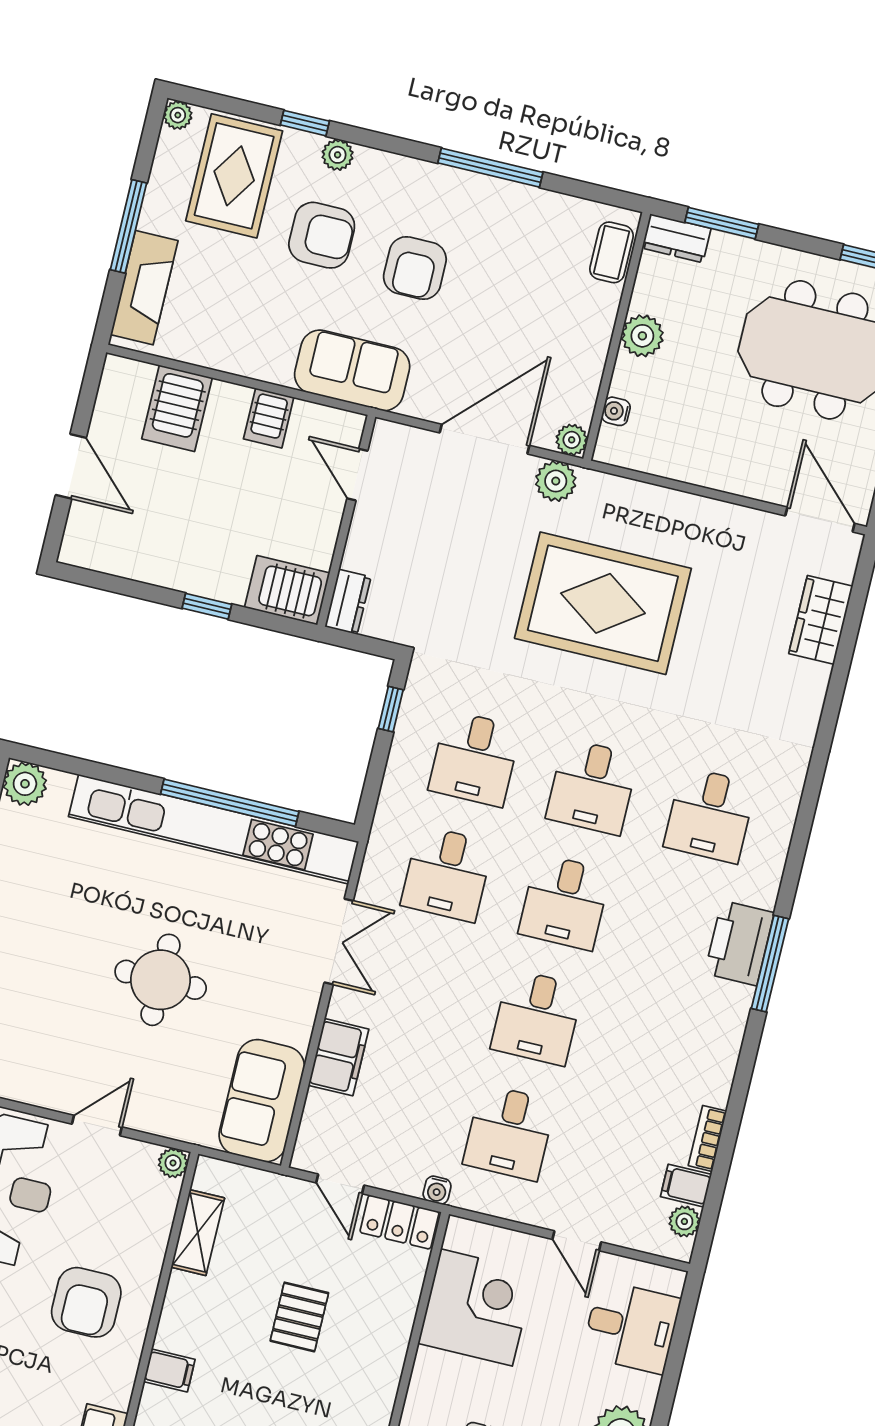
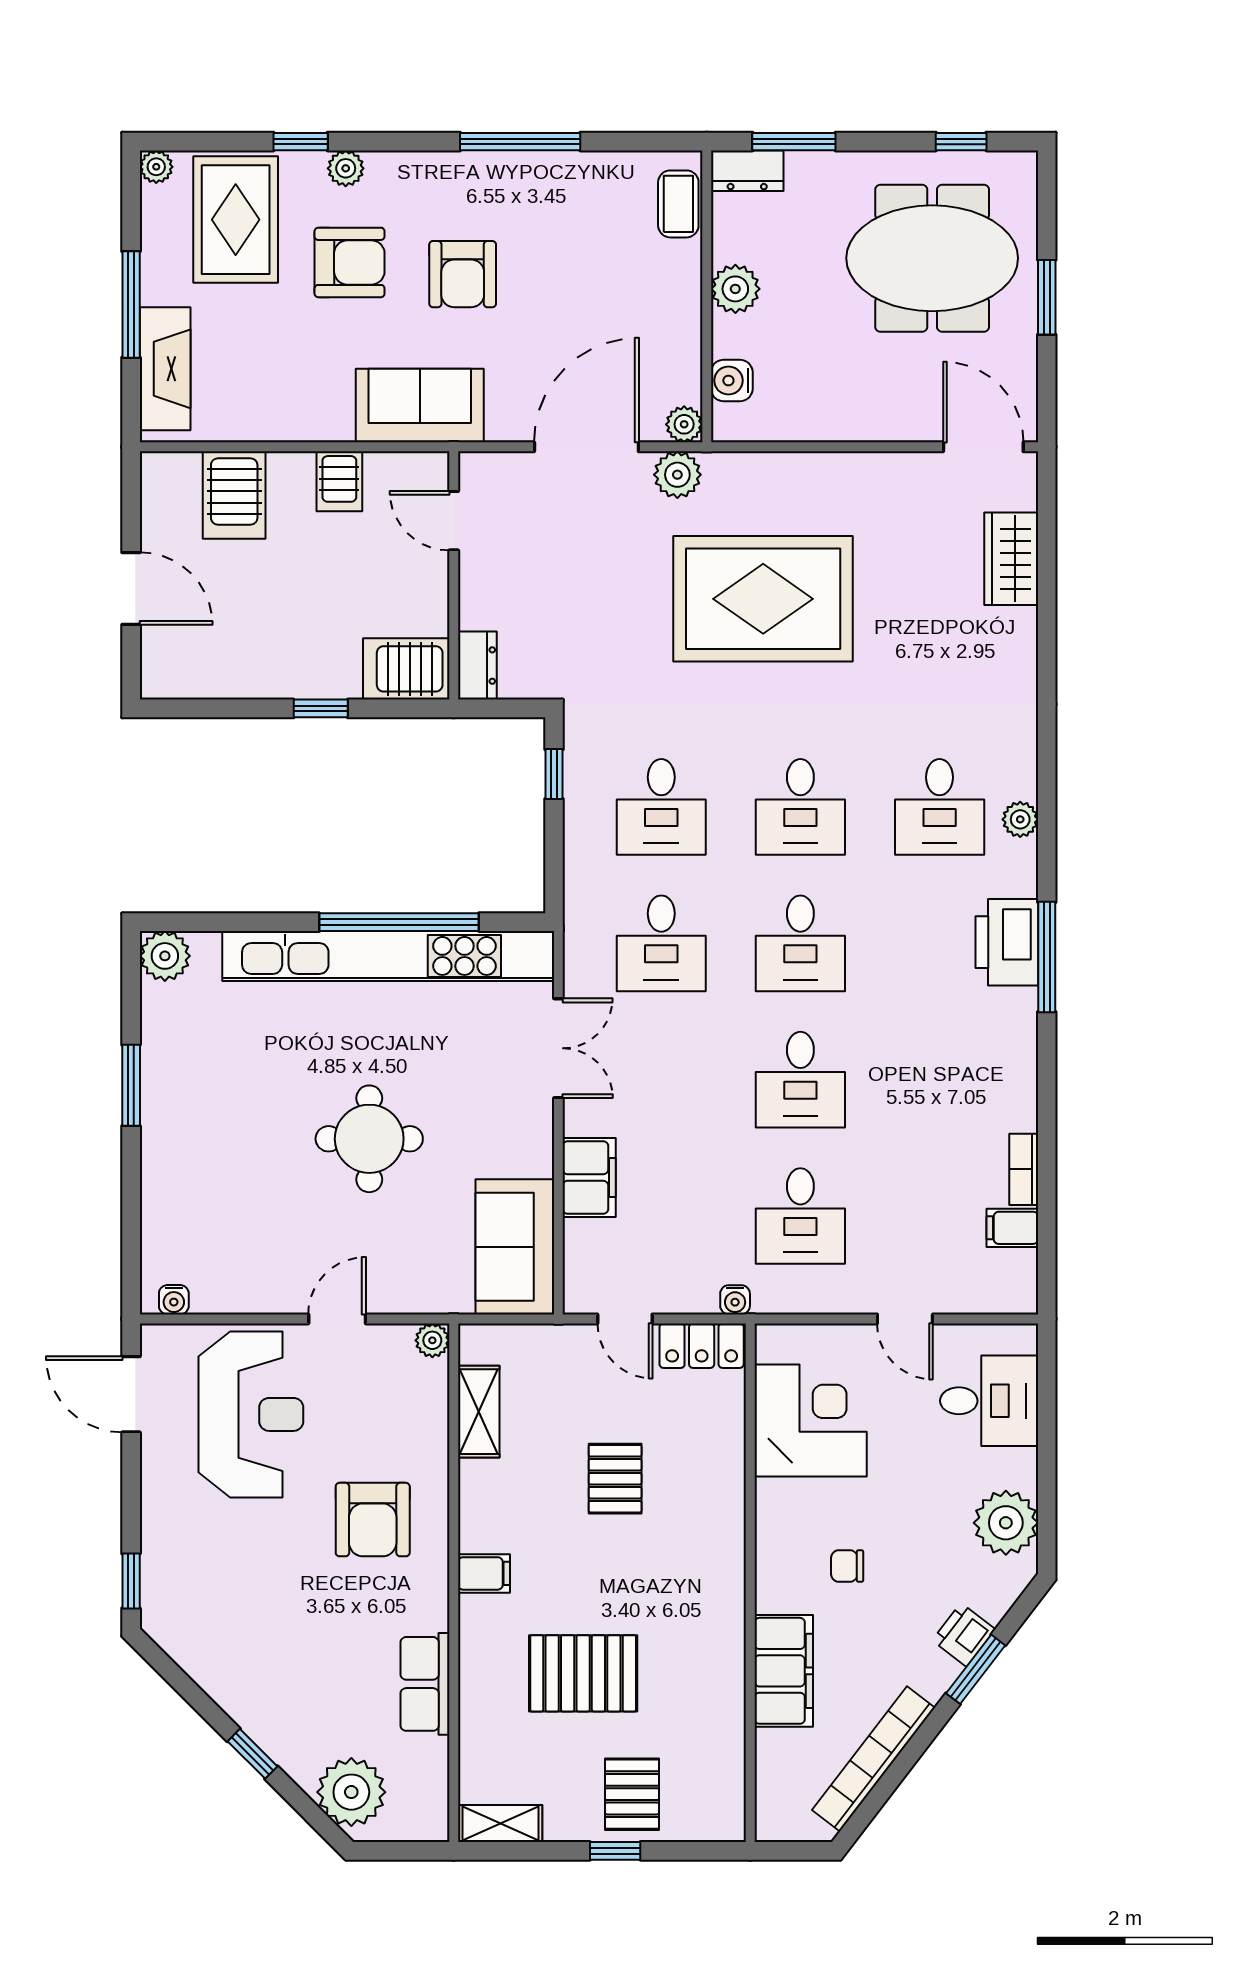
water cooler: (616, 411) -> (732, 381), width x1.38, depth x1.38
plant: (684, 1221) -> (1020, 819), moved

